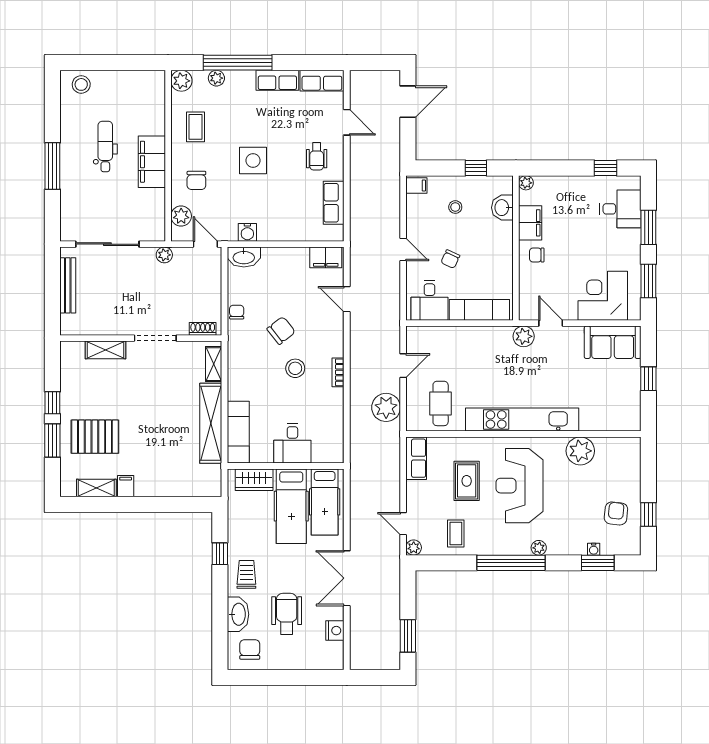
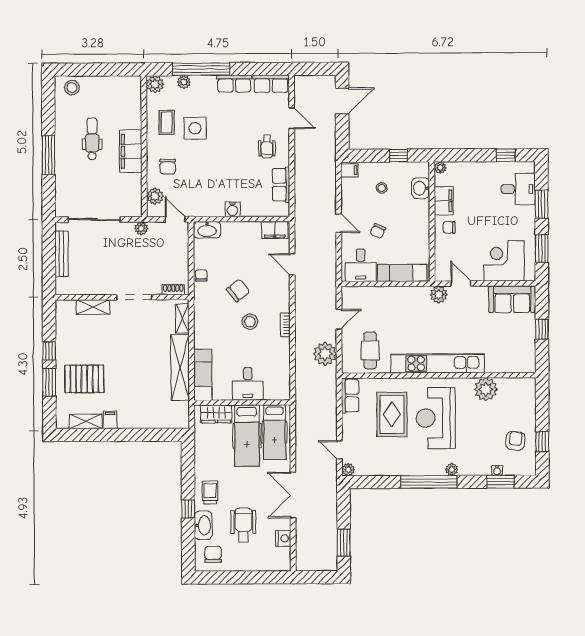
side table: (253, 161) -> (195, 128), moved
water cooler: (247, 232) -> (233, 209), moved
rug: (467, 481) -> (392, 414), width x1.36, depth x1.43
coffee table: (456, 533) -> (383, 458), removed
window: (220, 554) -> (188, 509), moved

